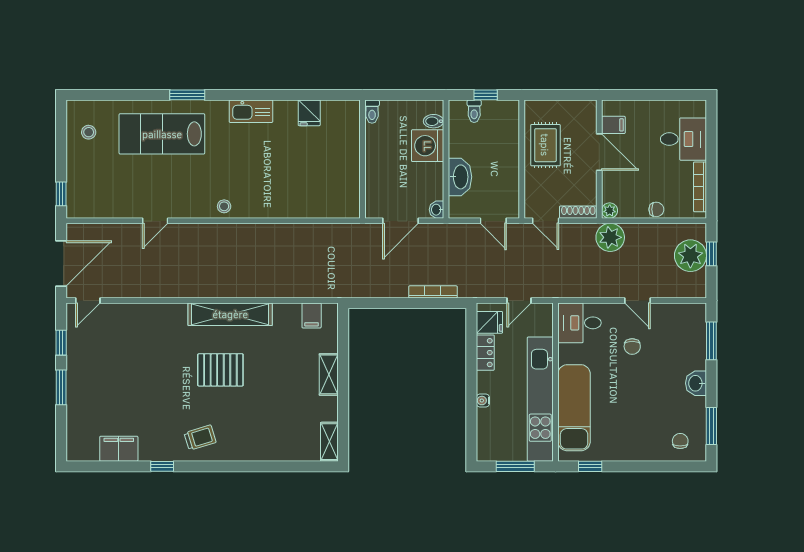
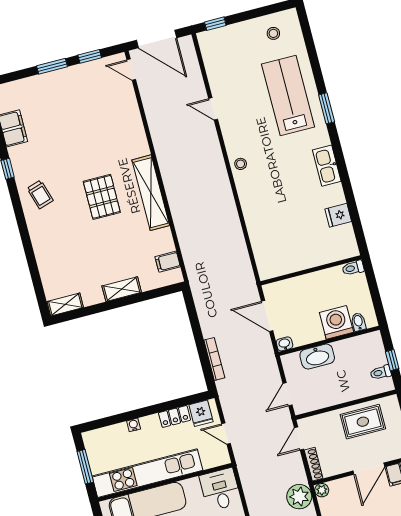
toilet: (474, 111) -> (381, 372), moved

